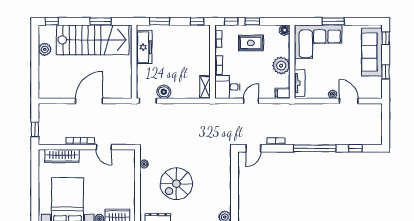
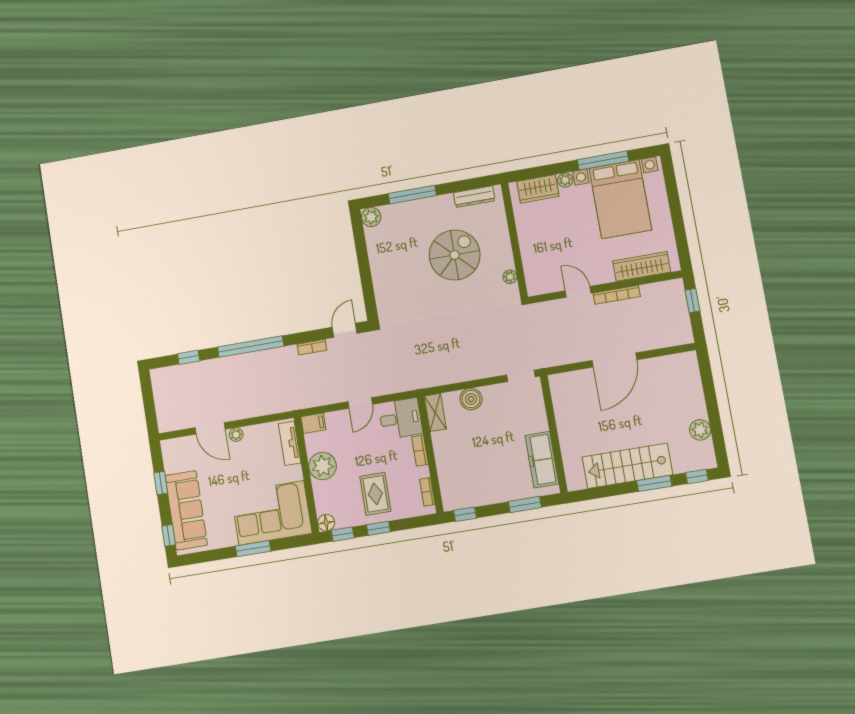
window: (101, 21) -> (654, 483), moved
window: (231, 21) -> (343, 534), moved
stairs: (93, 40) -> (627, 466), width x0.73, depth x0.66
rug: (251, 43) -> (375, 494), turned 90
boiler: (164, 92) -> (471, 399), moved

